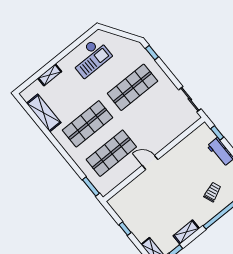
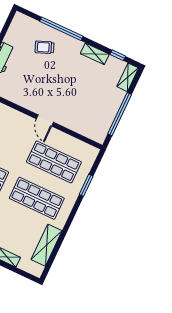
window: (91, 187) -> (86, 185), moved
window: (125, 229) -> (120, 114), width x3.17

